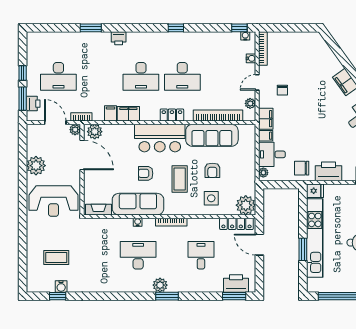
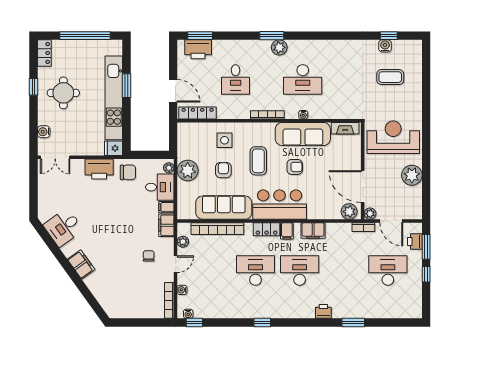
filing cabinet: (111, 113) -> (287, 231), moved
plant: (246, 205) -> (188, 170), moved

